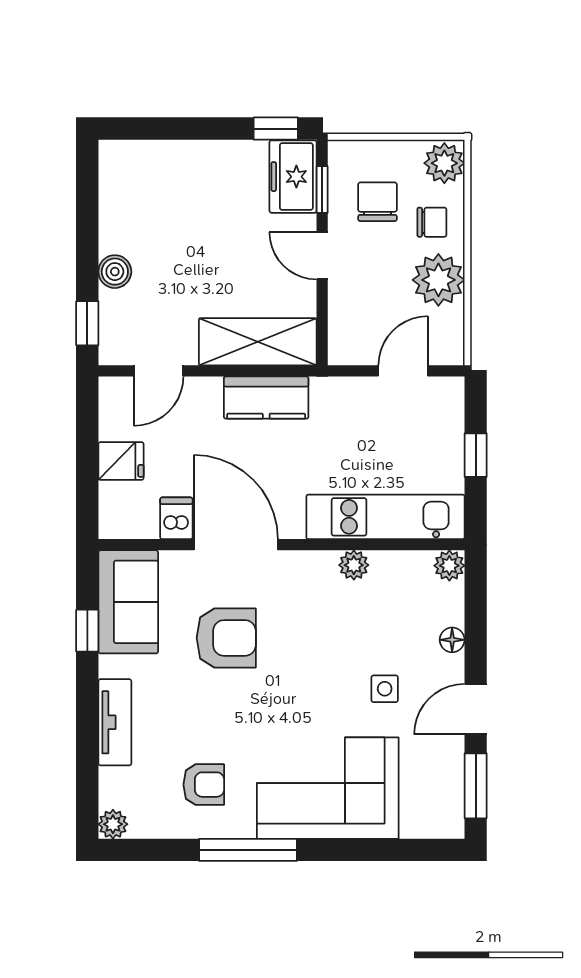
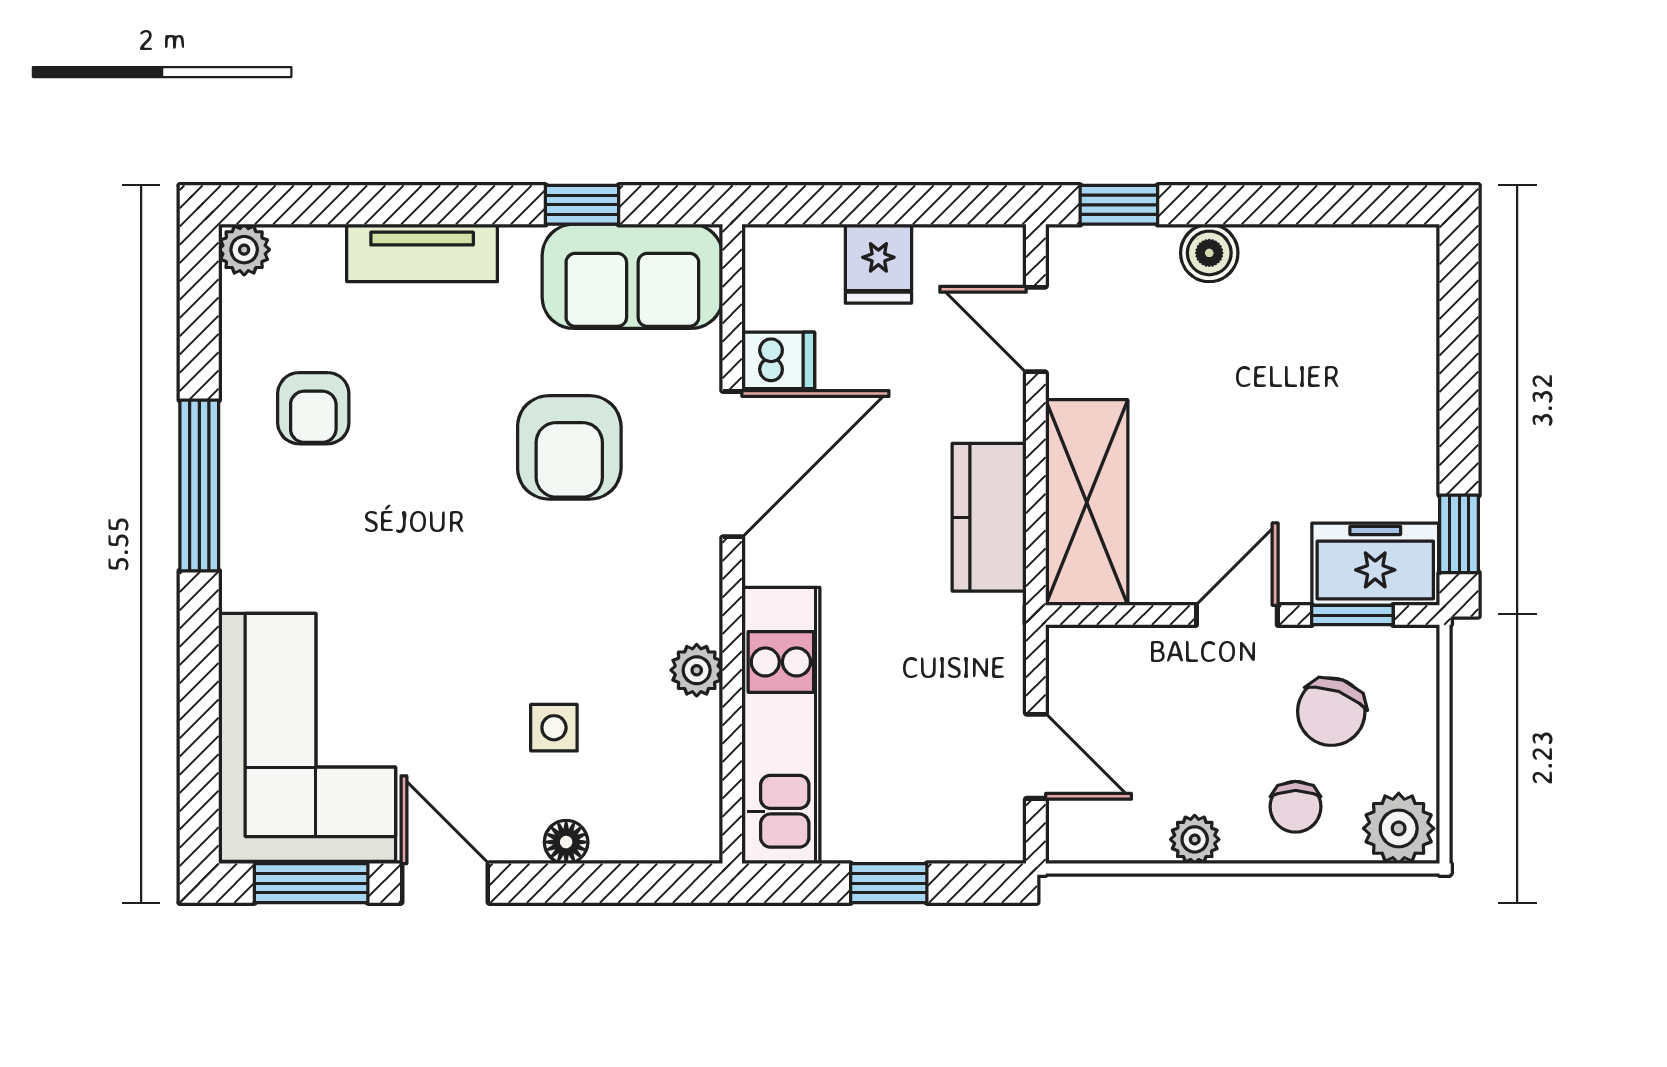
chair: (378, 202) -> (1331, 712), turned 110
plant: (438, 280) -> (1195, 839), width x0.53, depth x0.53
plant: (449, 566) -> (696, 837), removed
side table: (385, 689) -> (554, 728), moved
corner sofa: (328, 788) -> (307, 737), moved

